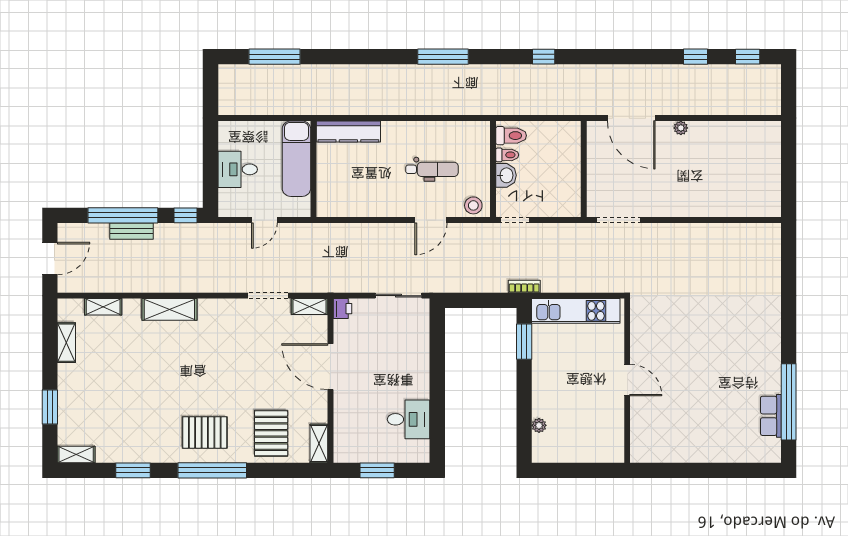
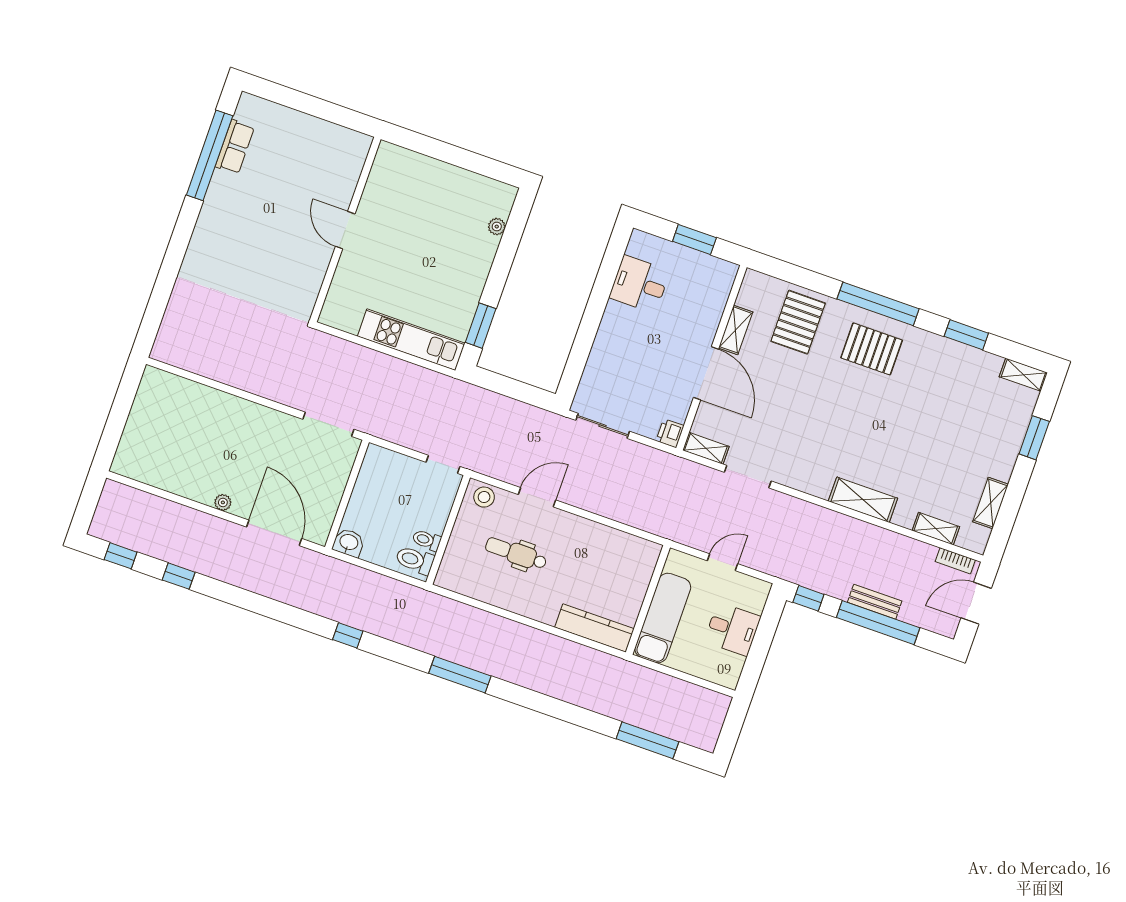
washbasin: (506, 175) -> (349, 543), moved, turned 90
bookcase: (524, 286) -> (955, 561), moved
door: (627, 380) -> (345, 230), moved
wall: (627, 381) -> (345, 229), moved
shelving: (319, 444) -> (736, 330), moved

